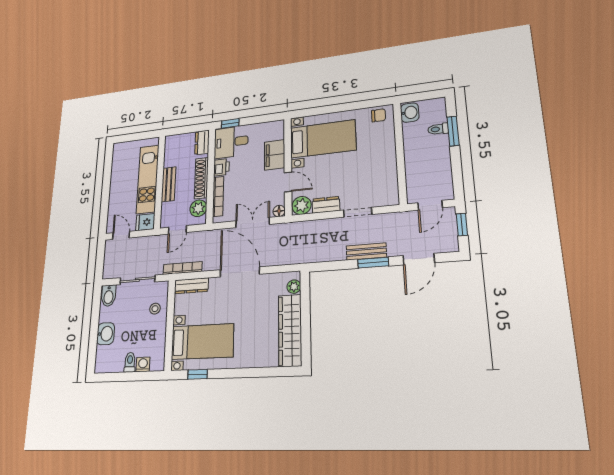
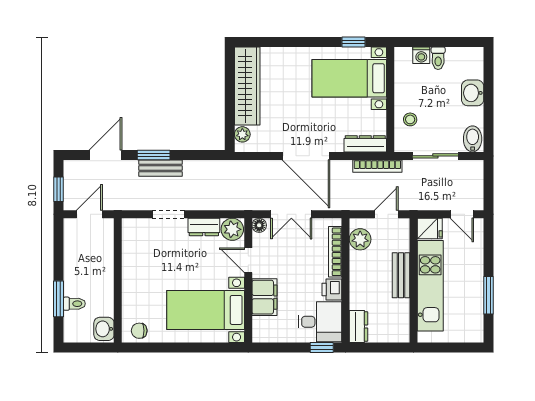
window: (107, 177) -> (488, 295), added
shoe rack: (201, 178) -> (358, 278), removed

